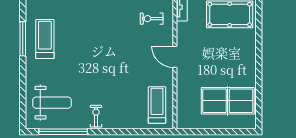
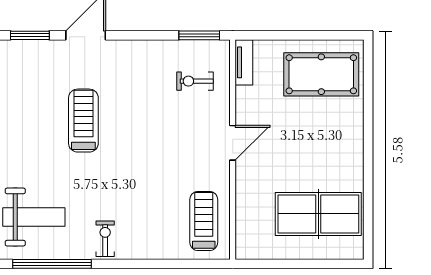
treadmill: (45, 39) -> (83, 121), moved
door: (175, 57) -> (233, 143), swing flipped

